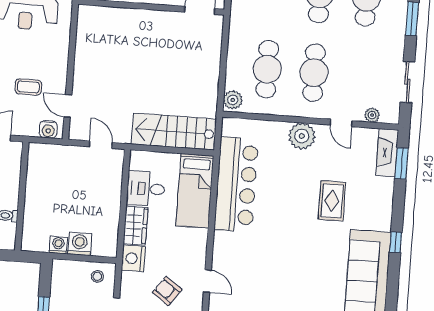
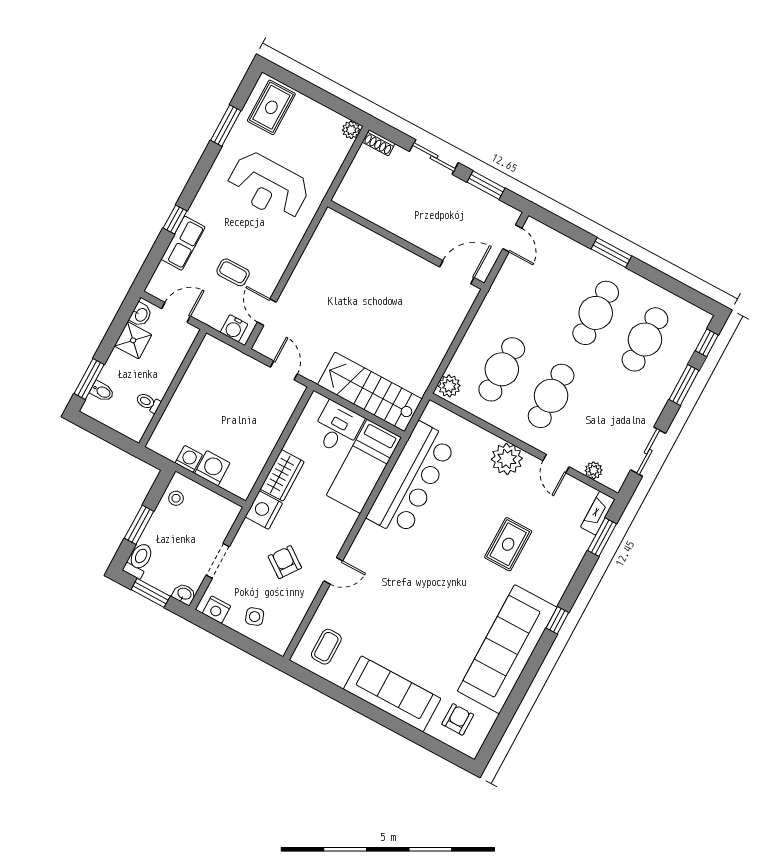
fireplace: (387, 153) -> (598, 513), width x0.73, depth x0.76
desk: (146, 189) -> (337, 428), moved, turned 90
stool: (97, 276) -> (176, 498), moved
door: (207, 281) -> (333, 571), hinge flipped

